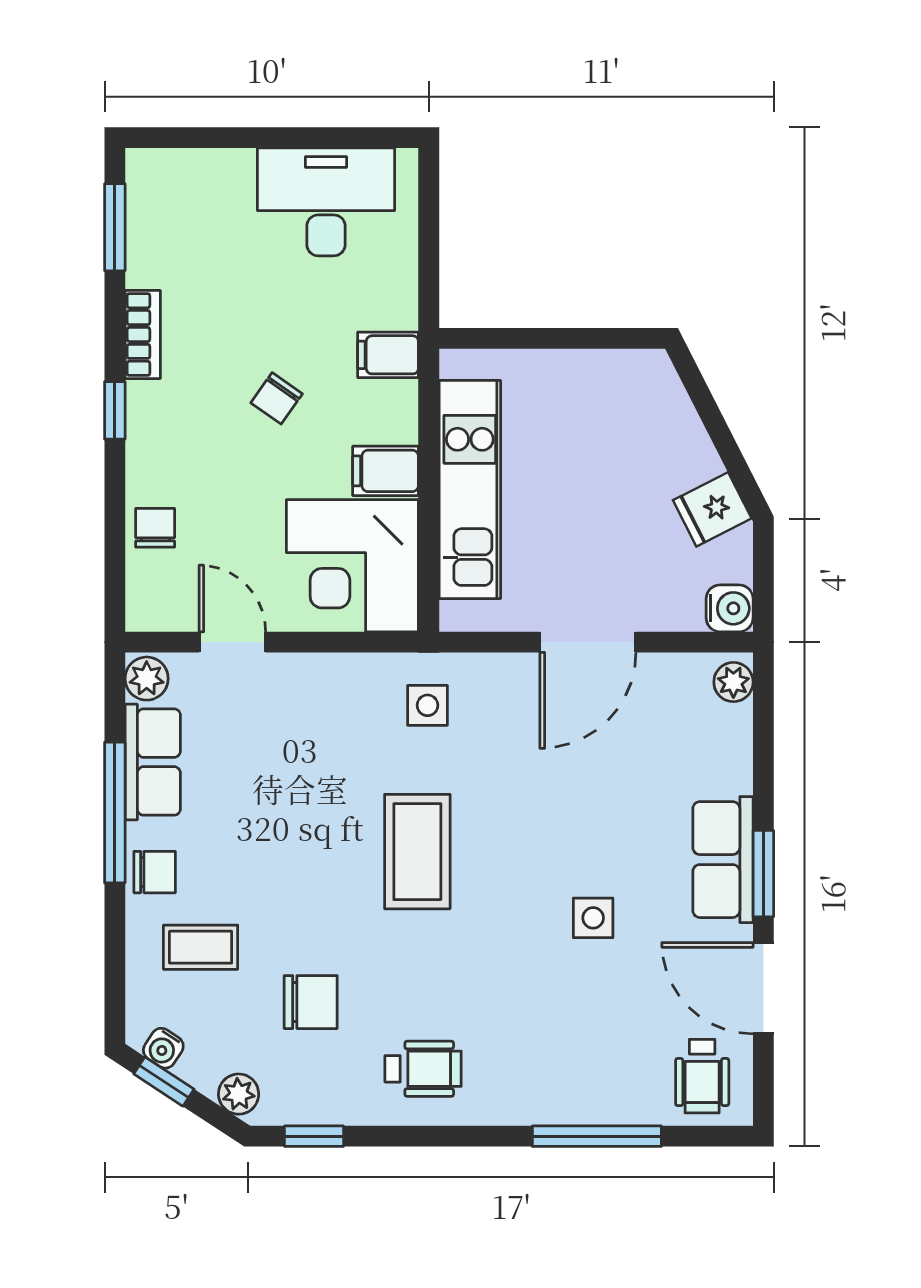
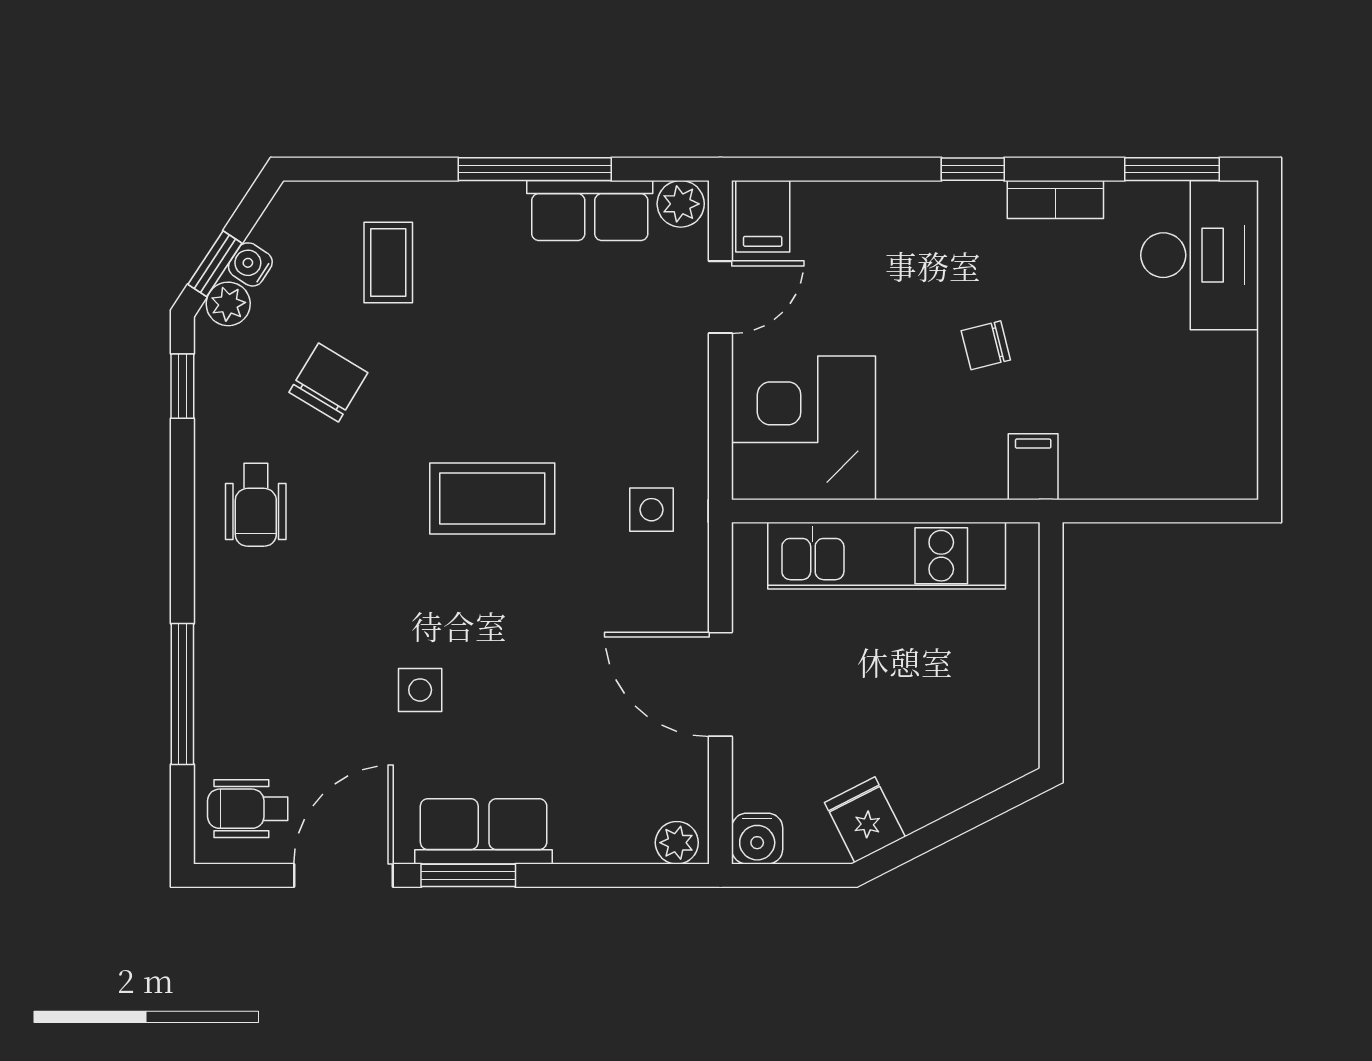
desk: (326, 202) -> (1200, 255), moved
chair: (277, 398) -> (986, 345), turned -49
filing cabinet: (386, 471) -> (763, 216), moved, turned 180
chair: (155, 528) -> (845, 213), removed
chair: (155, 872) -> (470, 213), removed
chair: (311, 1002) -> (328, 382), turned -149
water cooler: (163, 1048) -> (250, 264), moved
window: (164, 1082) -> (215, 264), moved

